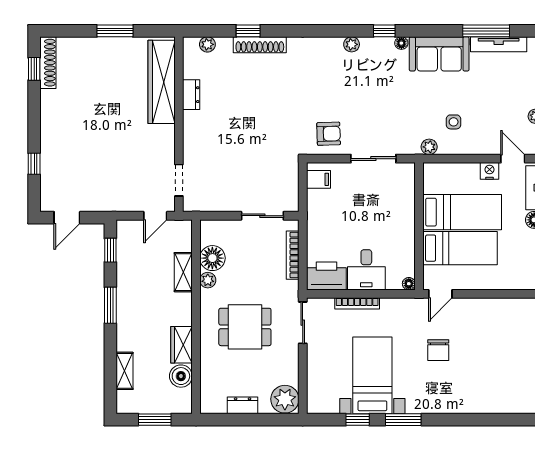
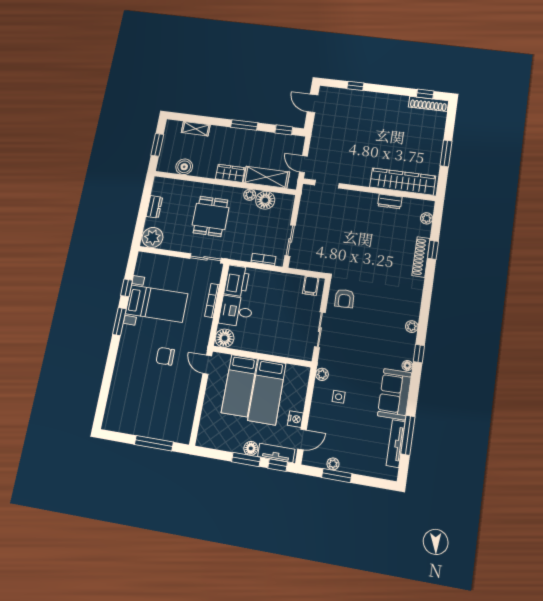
bookcase: (293, 255) -> (263, 259), width x0.64
shelving: (183, 272) -> (266, 177), width x1.50, depth x1.33
floor lamp: (409, 284) -> (225, 338), width x1.89, depth x1.89
wardrobe: (182, 345) -> (230, 173), moved

